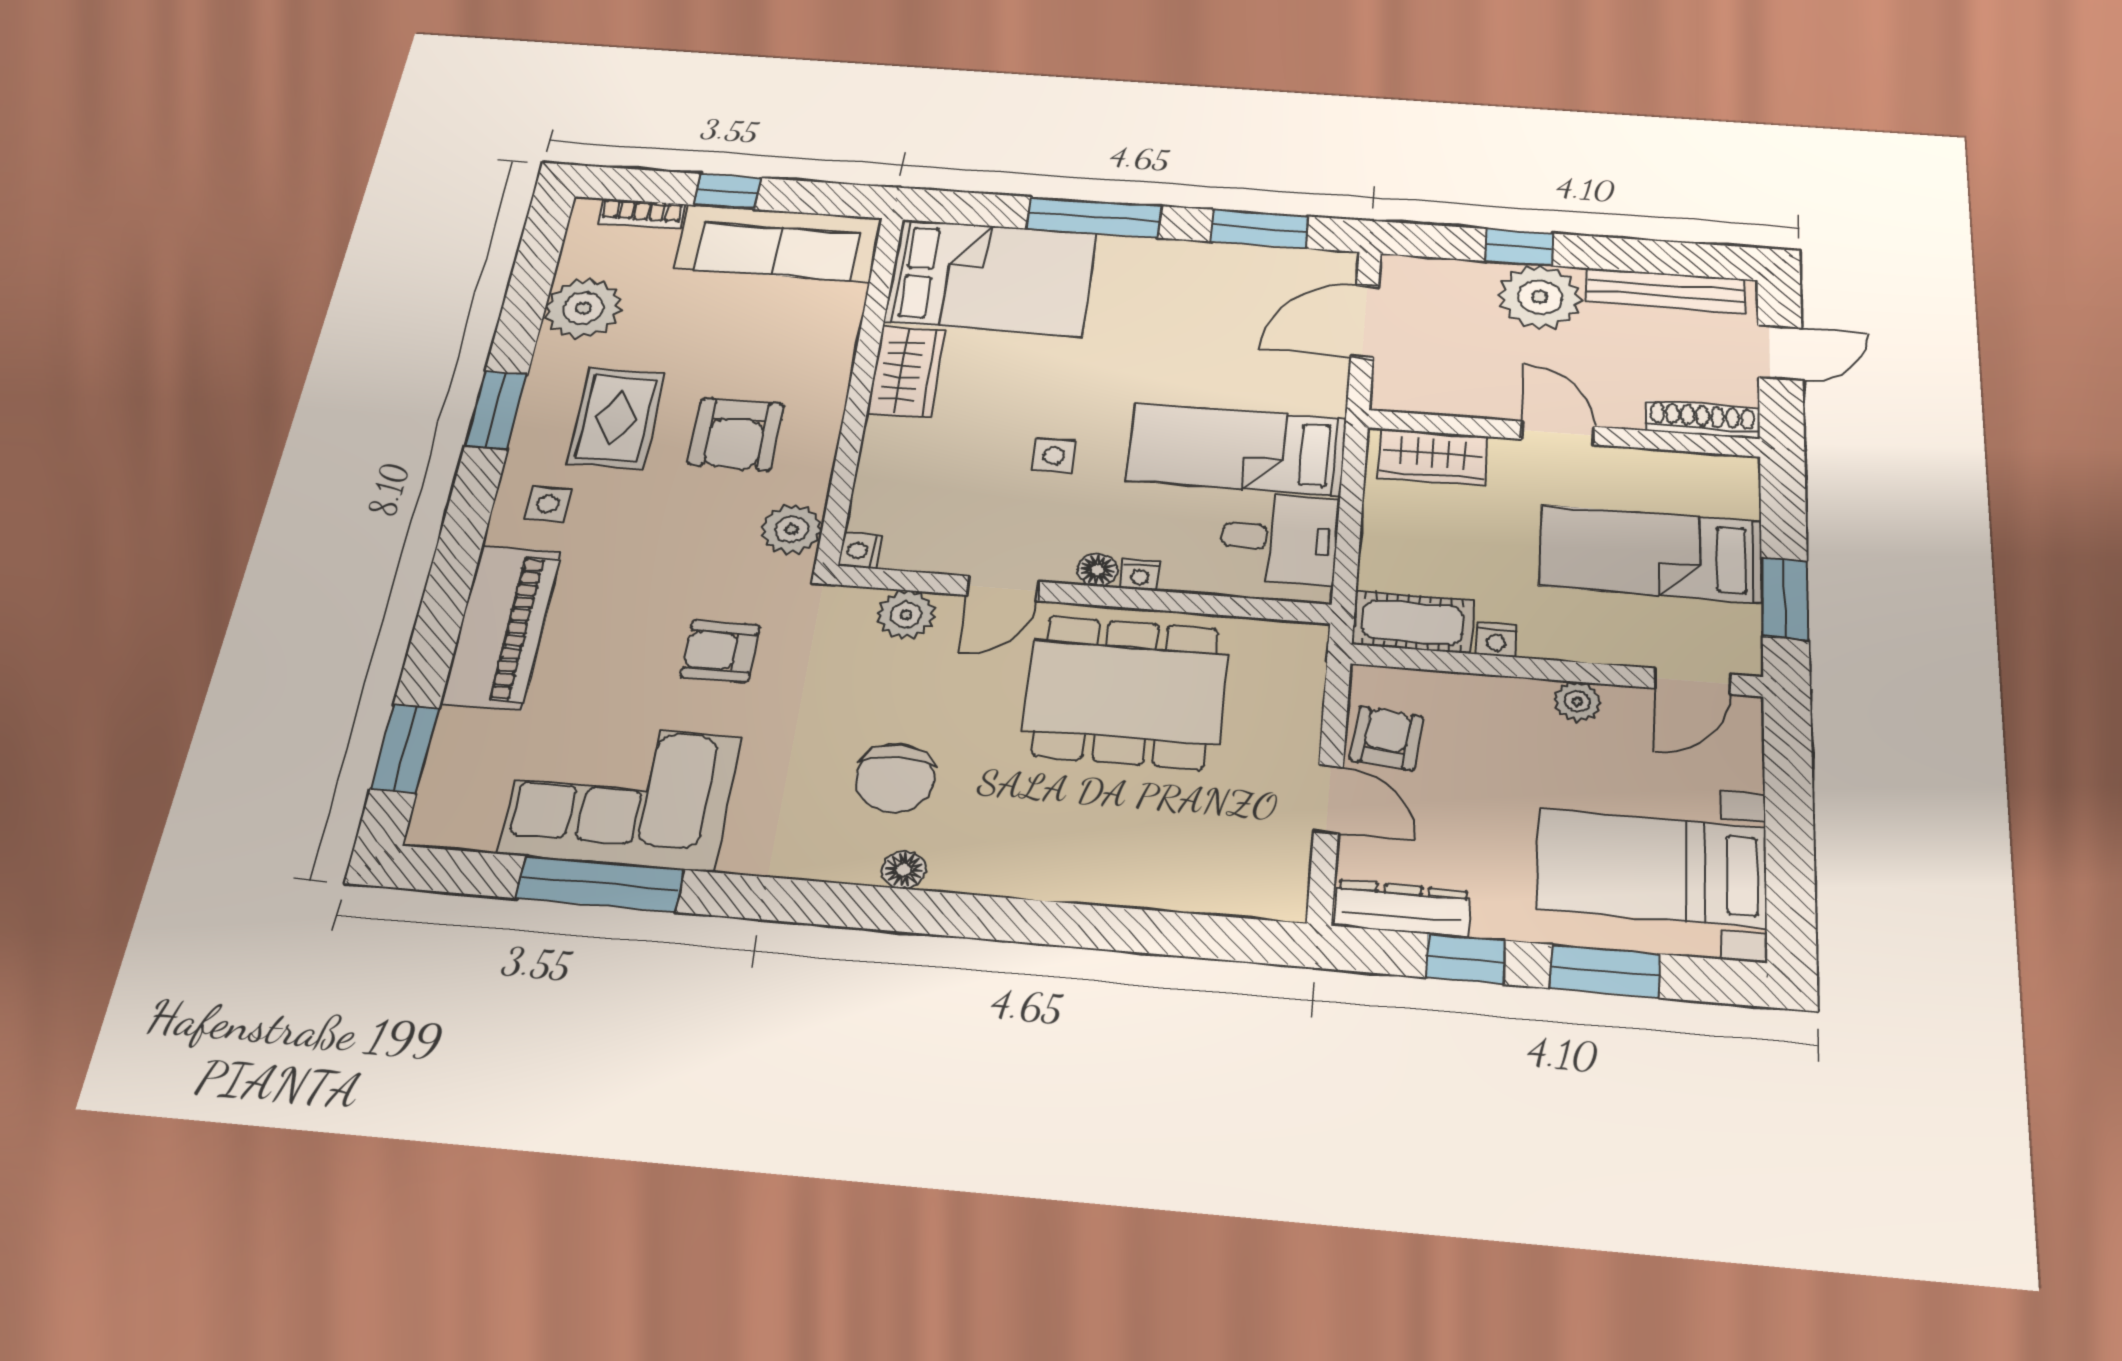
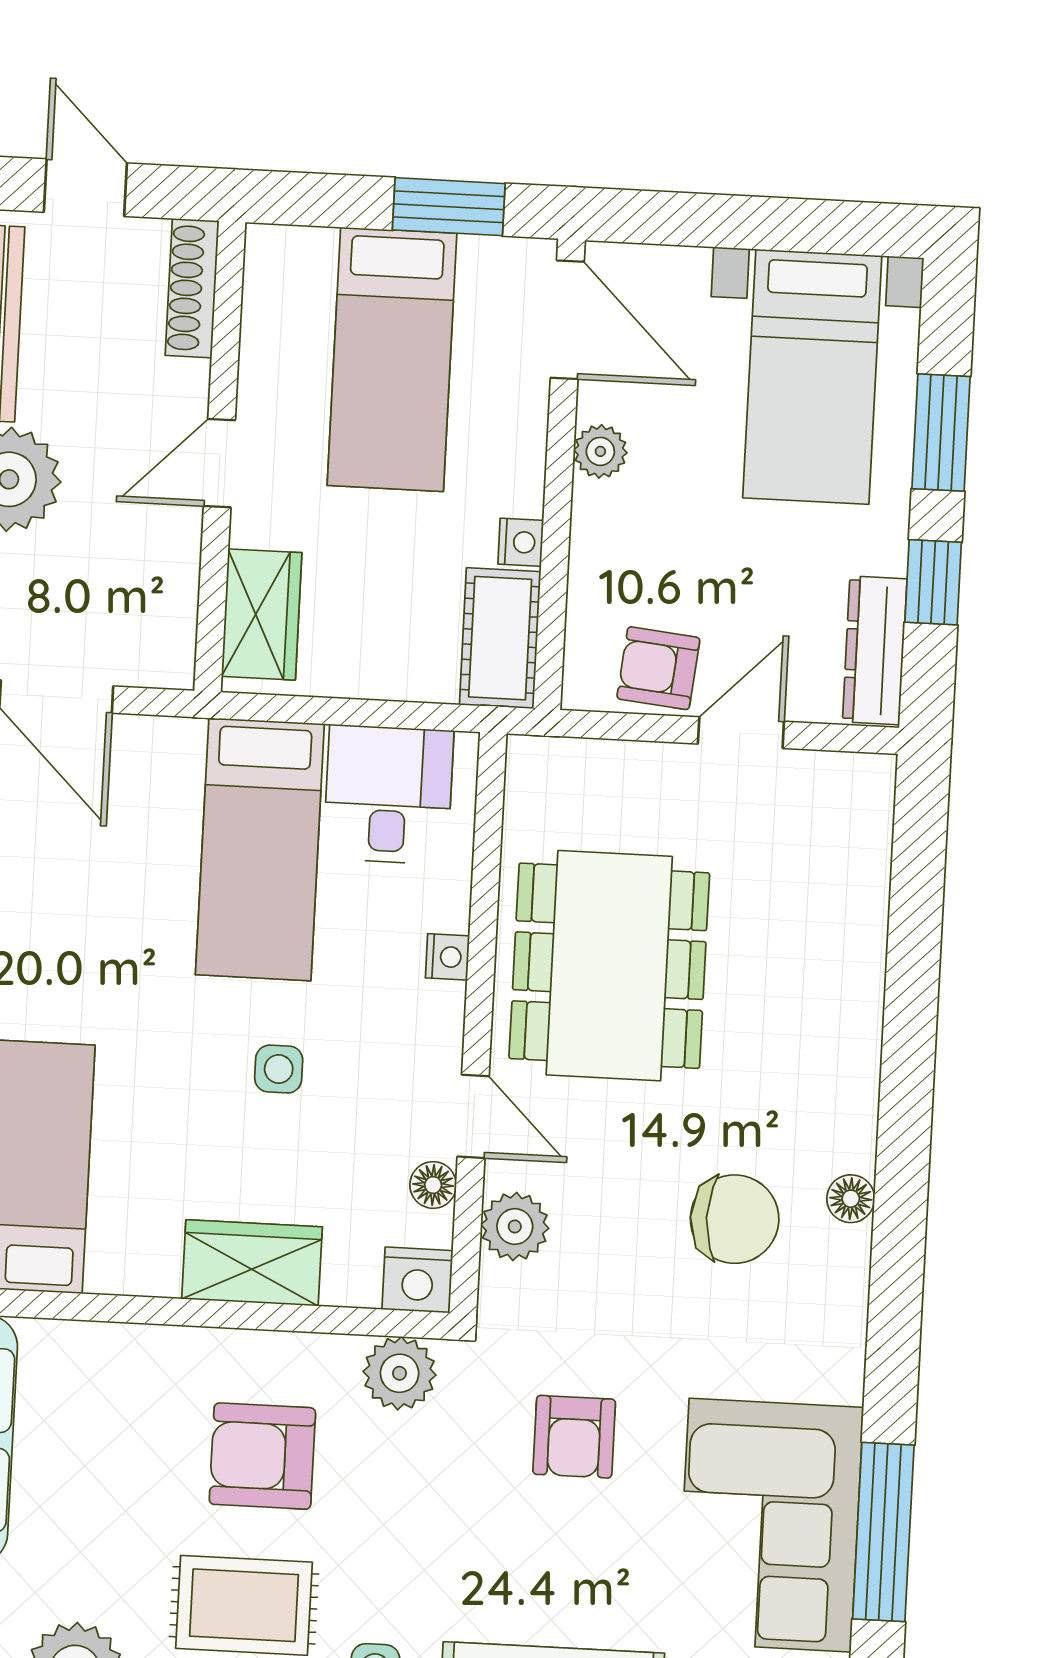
wardrobe: (906, 371) -> (252, 1263), moved
armchair: (736, 434) -> (262, 1456), turned 180
nightstand: (860, 550) -> (417, 1280), width x1.39, depth x1.35
floor lamp: (1097, 570) -> (433, 1185), moved
door: (1692, 681) -> (567, 320), width x1.38

